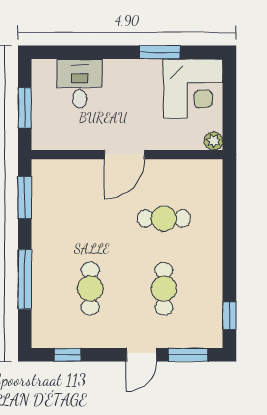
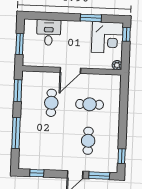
window: (229, 81) -> (126, 34), added
cafe table: (90, 289) -> (51, 103), moved

